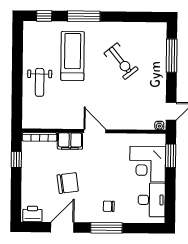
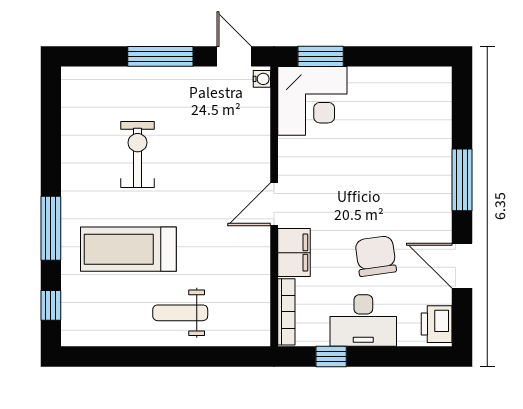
window: (172, 56) -> (160, 56), moved
exercise bike: (121, 61) -> (137, 155), turned -51
weight bench: (40, 82) -> (180, 313), turned 180
corner desk: (148, 164) -> (312, 101), moved
desk: (152, 200) -> (363, 320), moved, turned 180
chair: (109, 206) -> (420, 176), removed

